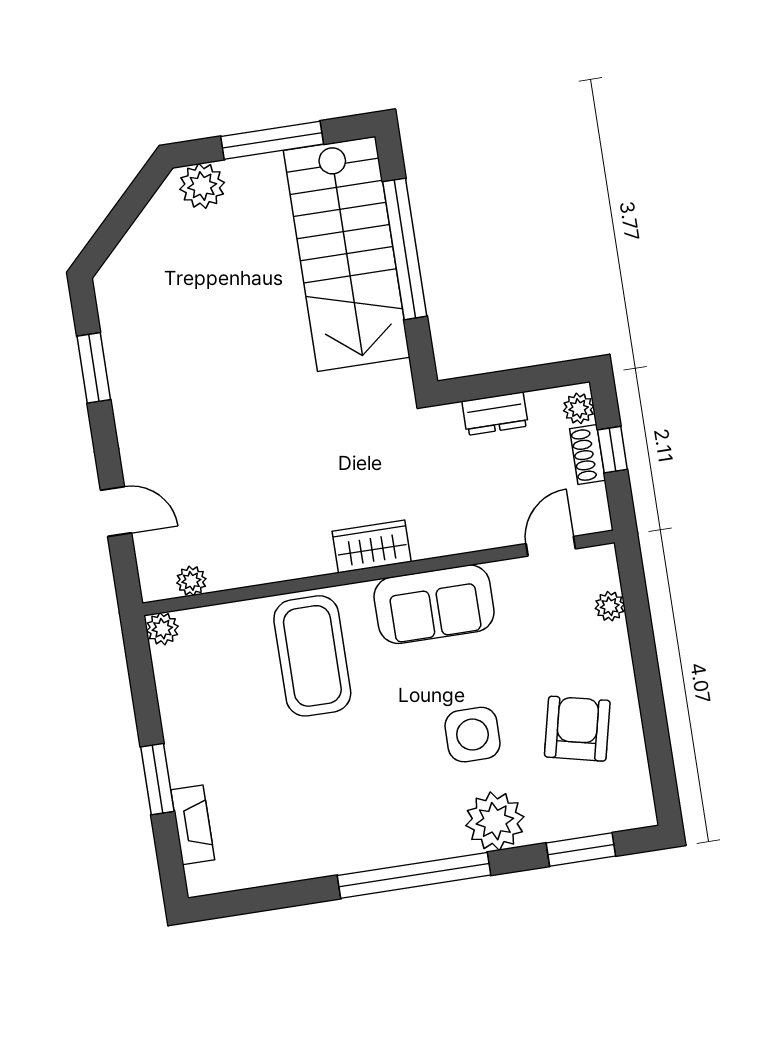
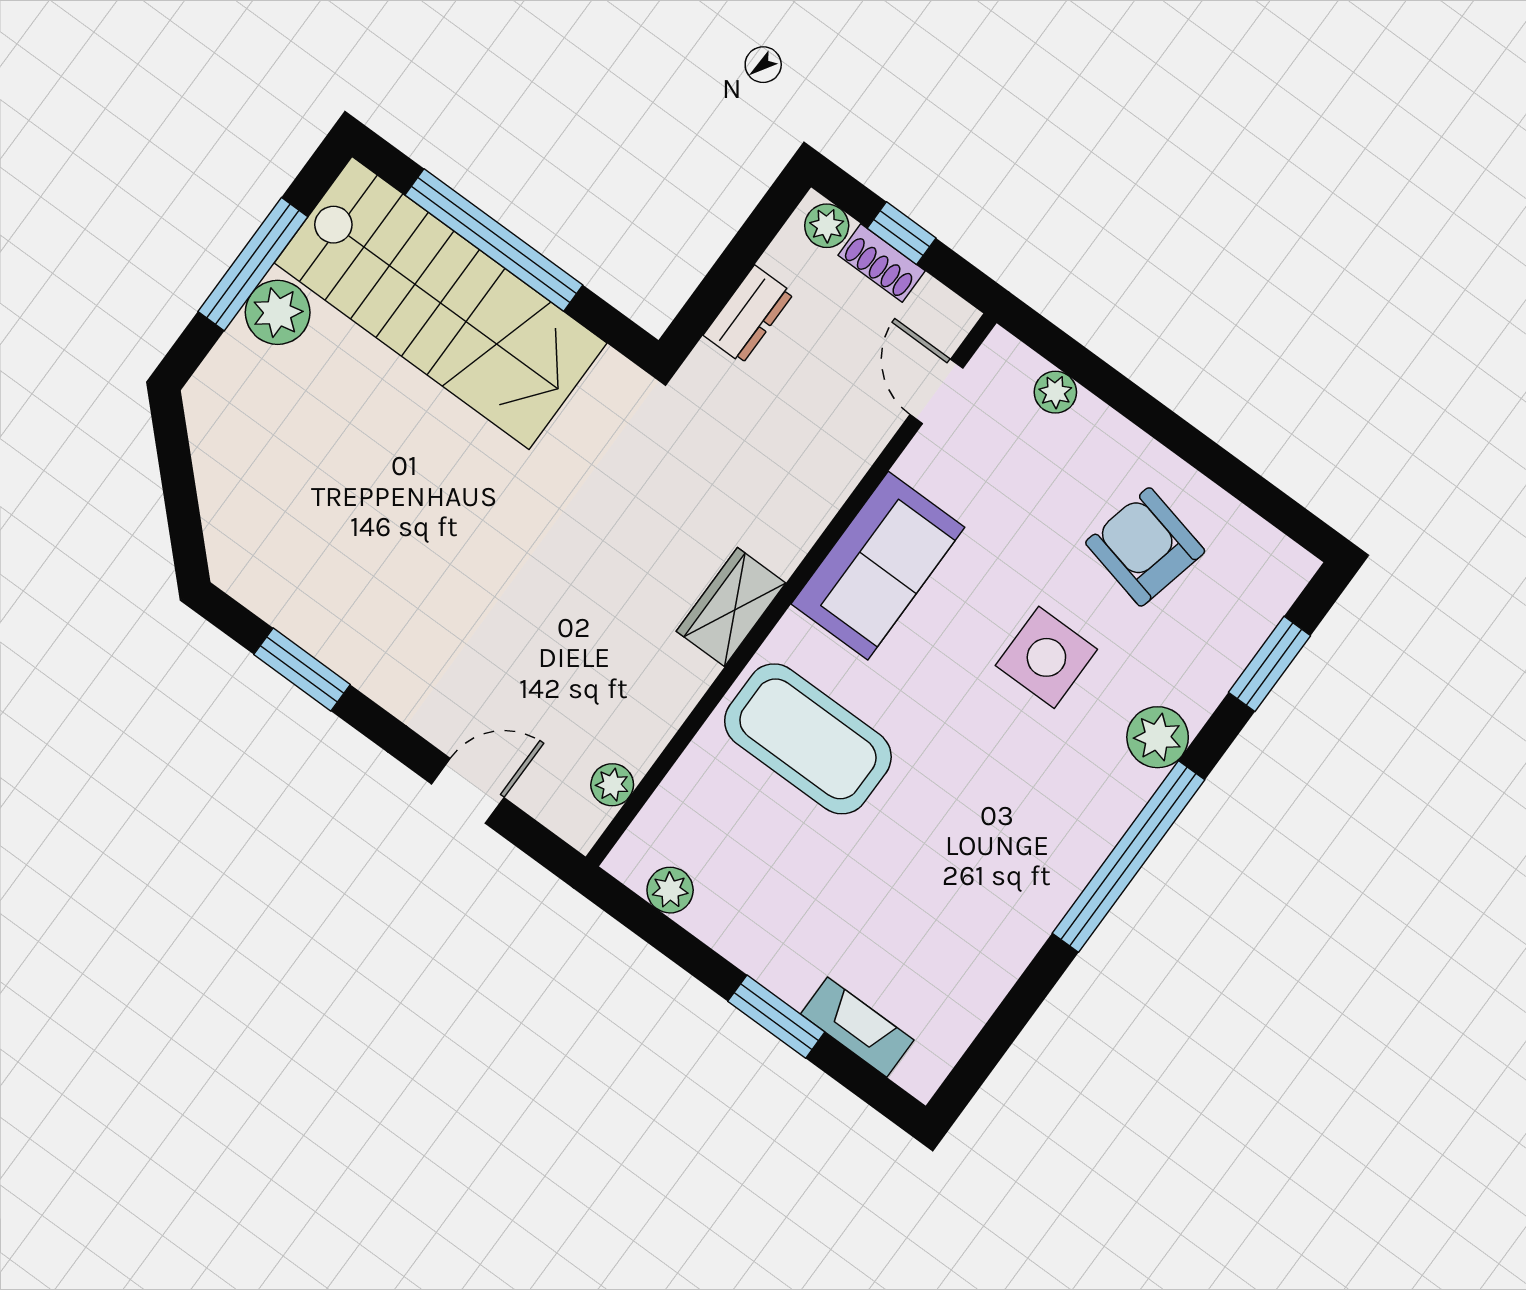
plant: (202, 186) -> (278, 312), moved
wardrobe: (372, 547) -> (731, 607), moved
plant: (162, 629) -> (670, 890), moved
plant: (495, 821) -> (1158, 737), width x0.73, depth x0.73

